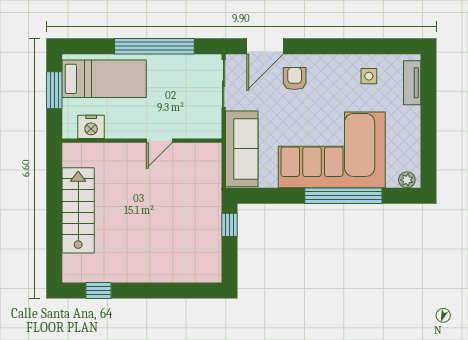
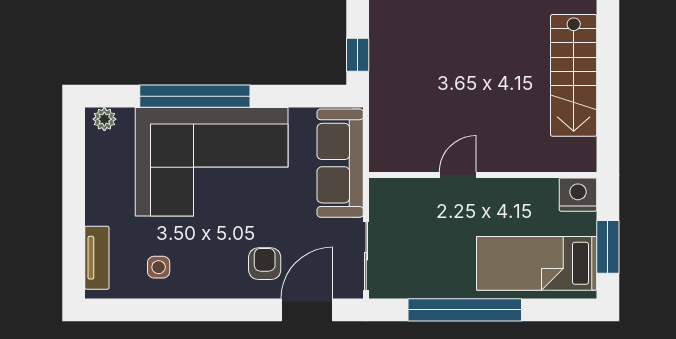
armchair: (295, 79) -> (265, 264), turned 180
nightstand: (91, 127) -> (578, 195), moved

